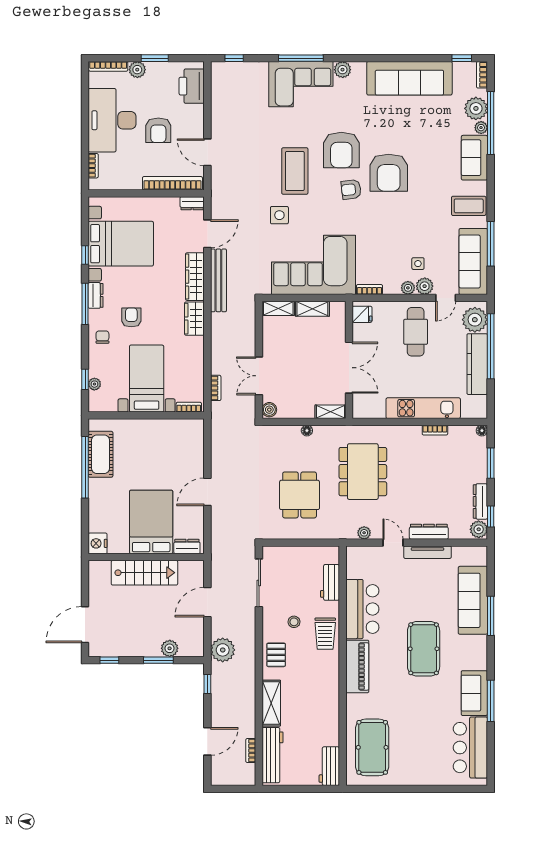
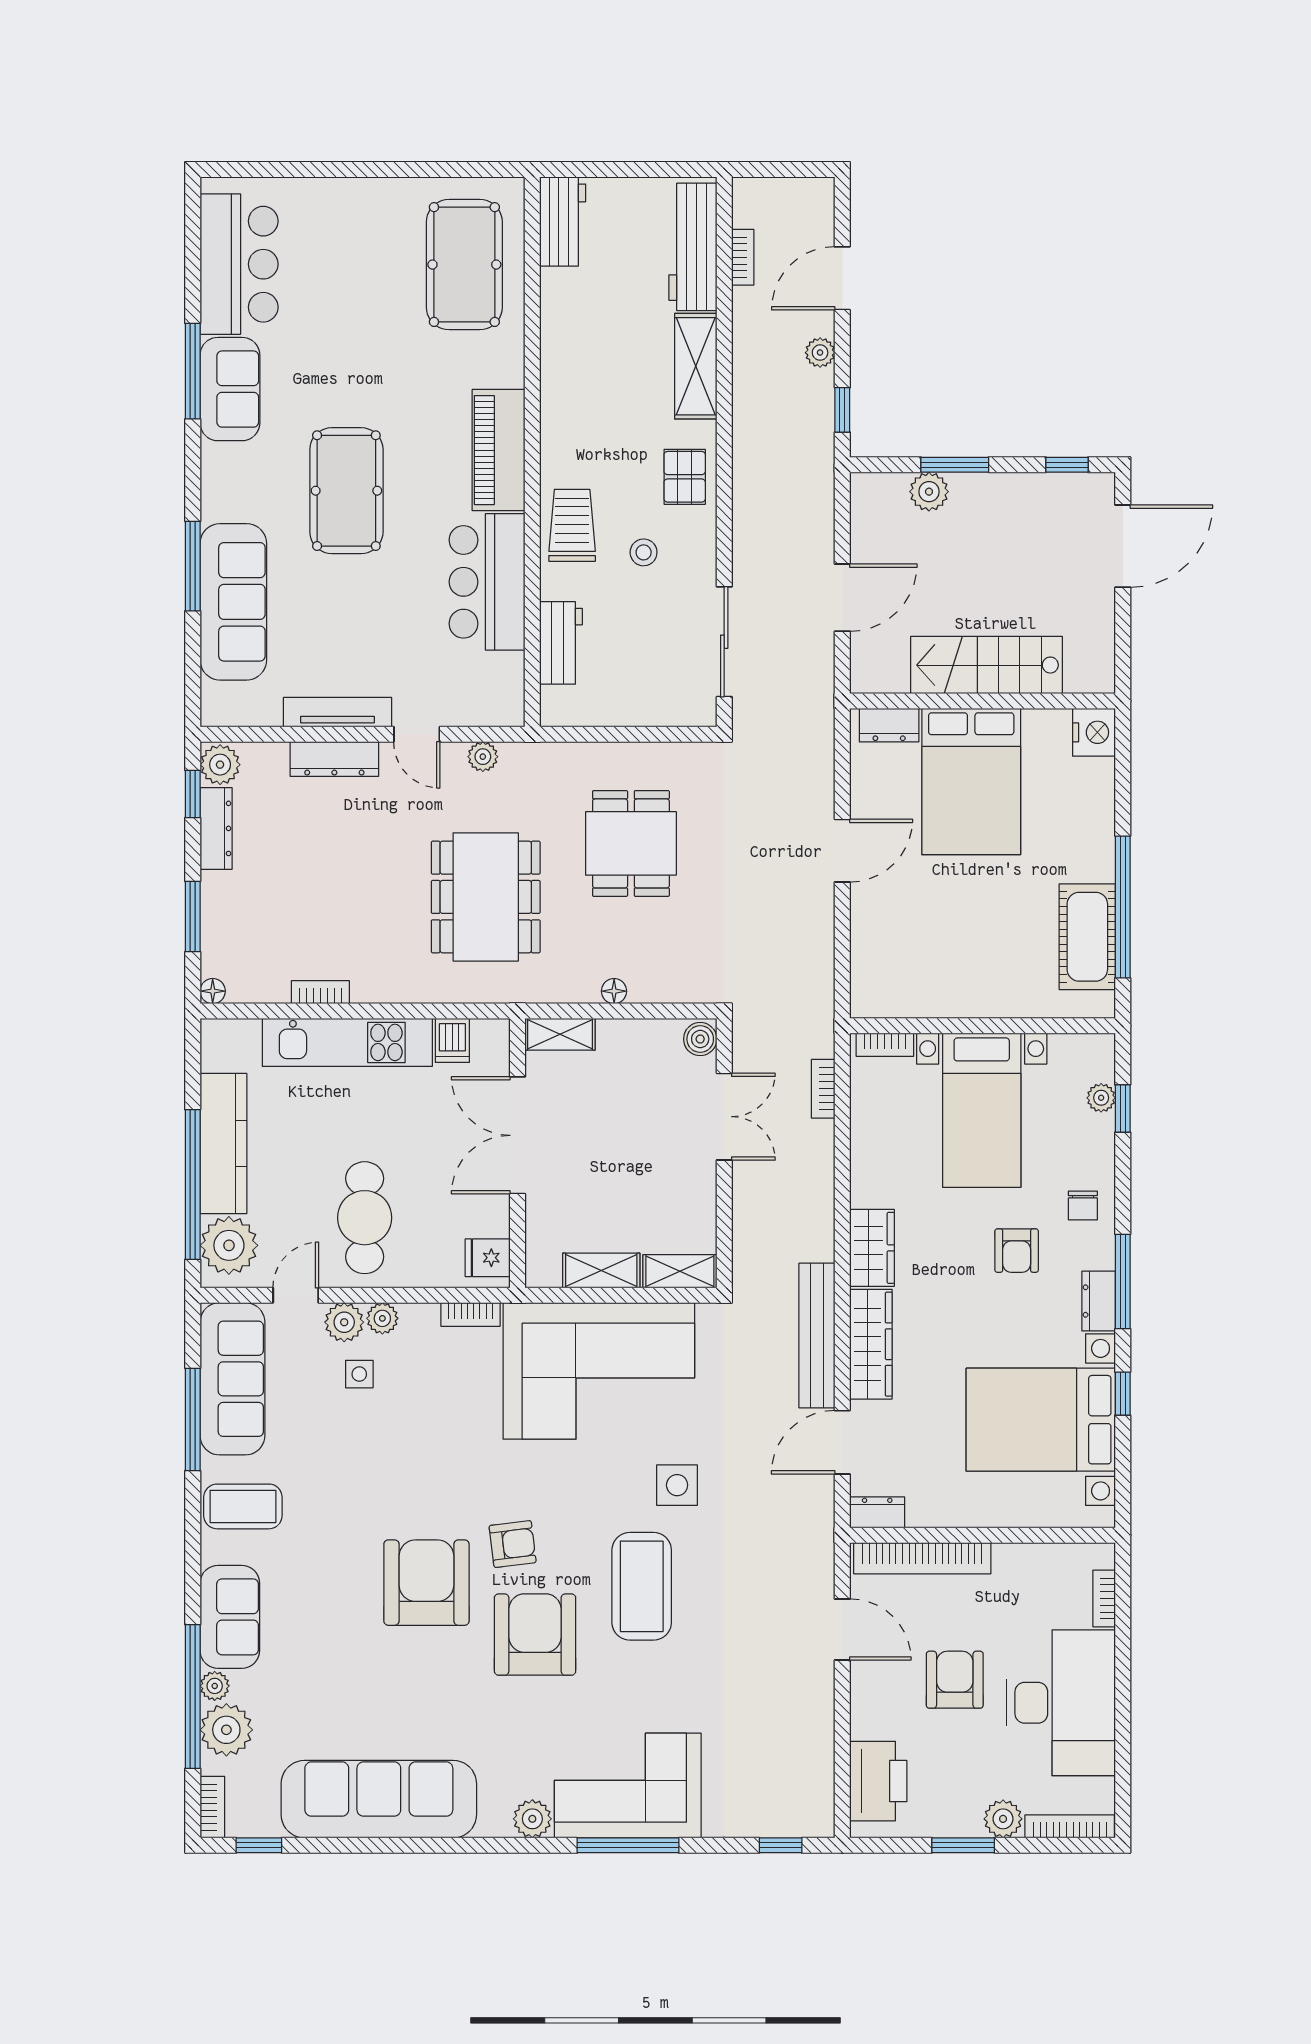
dishwasher: (377, 409) -> (452, 1040), added
plant: (223, 650) -> (820, 353), moved, width x0.53, depth x0.53

